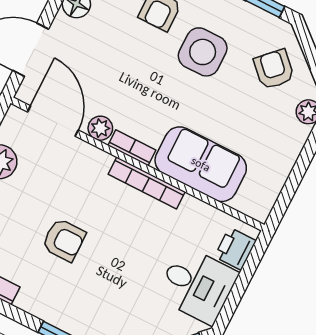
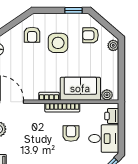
armchair: (274, 69) -> (91, 35), turned -45
plant: (100, 128) -> (107, 95), moved
armchair: (64, 240) -> (71, 134), moved, turned -90

